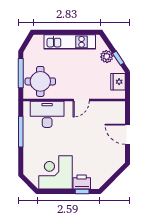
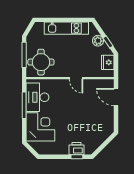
door: (81, 100) -> (76, 78), hinge flipped
desk: (47, 114) -> (37, 97), moved, turned -90
door: (128, 134) -> (116, 97), moved
corner desk: (55, 172) -> (40, 127), moved, turned 90

